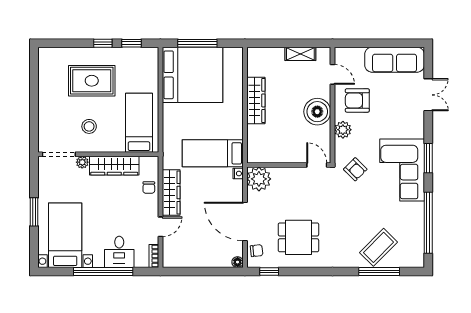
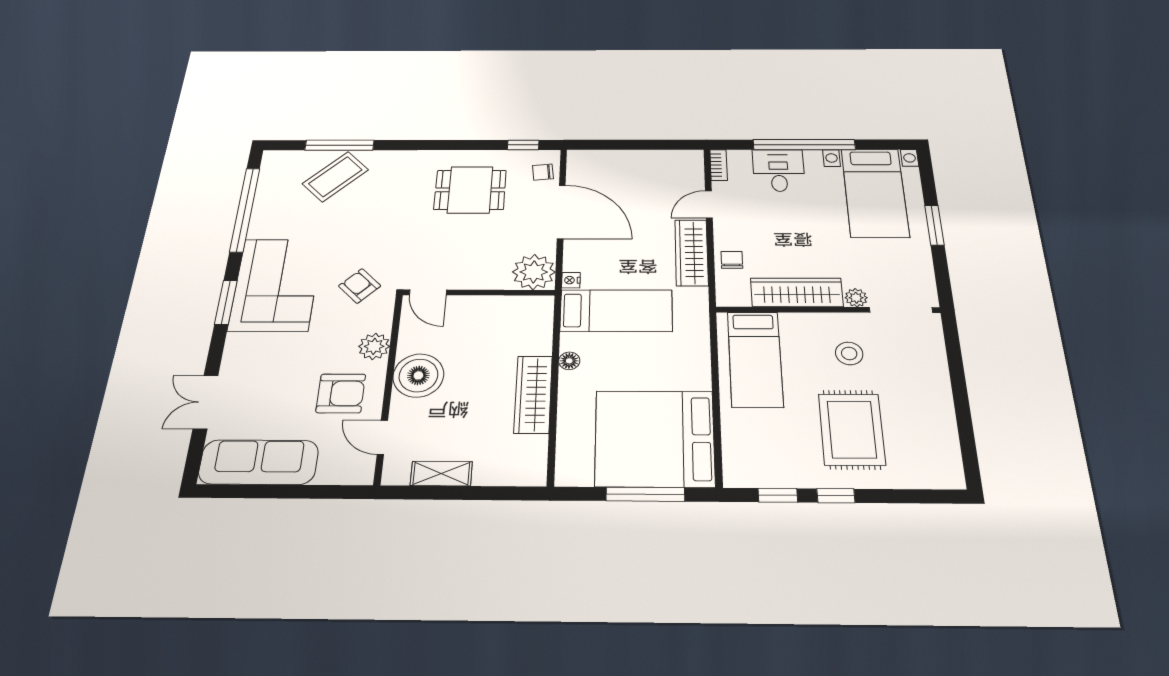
rug: (92, 81) -> (852, 429), turned 90
floor lamp: (238, 262) -> (569, 361), moved

